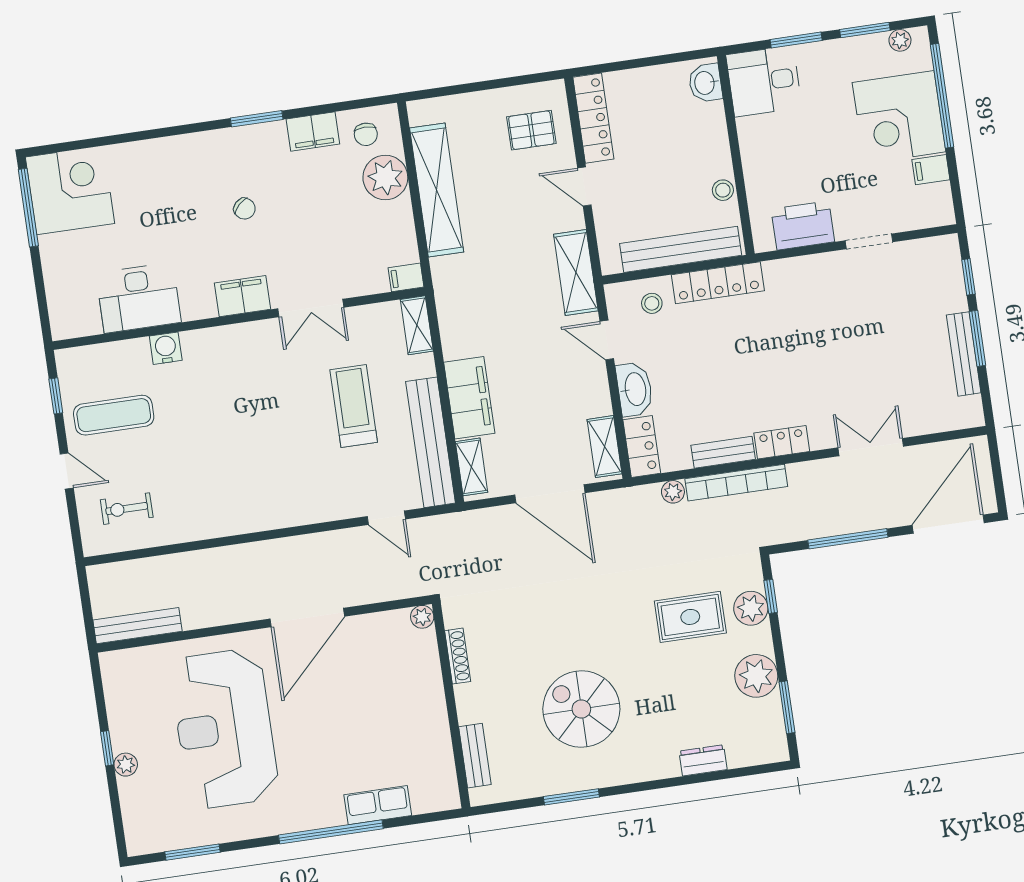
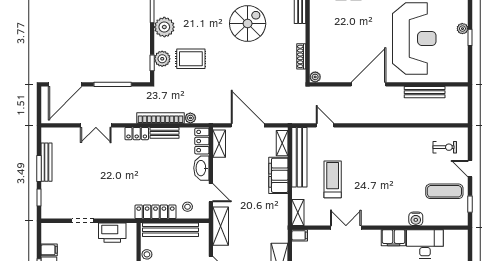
filing cabinet: (243, 296) -> (394, 238), moved
treadmill: (354, 406) -> (333, 179), turned 180
bench: (137, 626) -> (425, 92), moved
spiral stairs: (581, 709) -> (248, 24), turned -90

